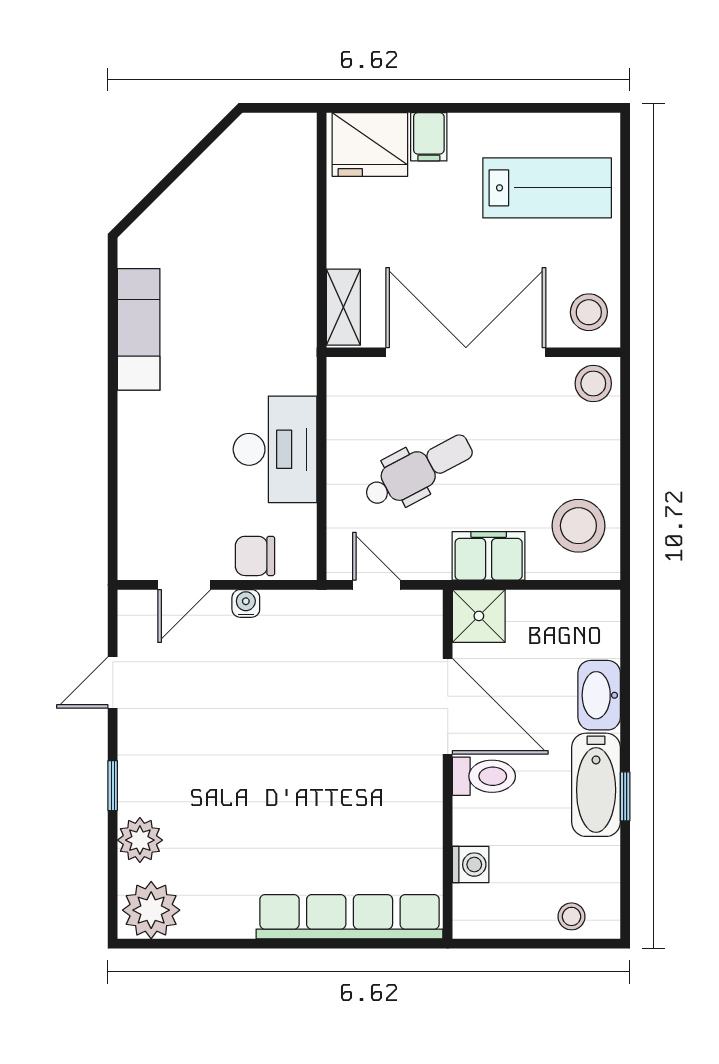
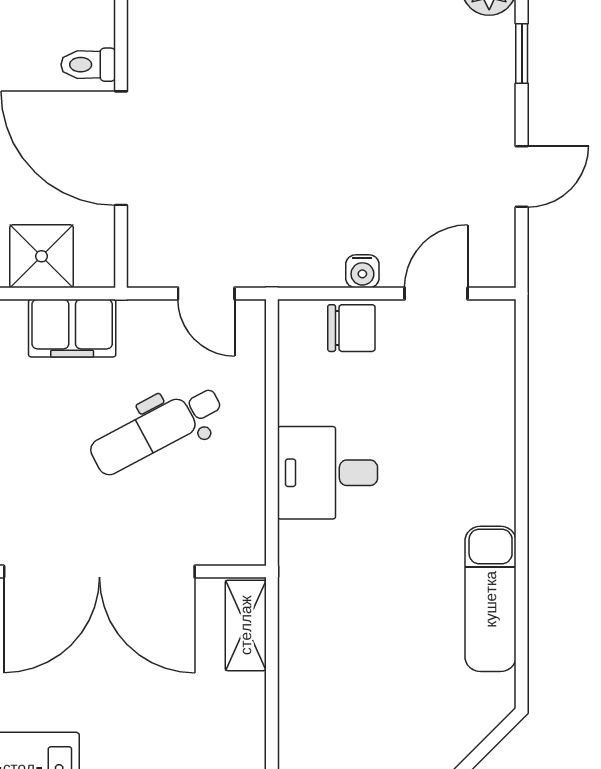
desk: (275, 449) -> (327, 473), width x0.73
shower: (479, 616) -> (41, 256), moved
toilet: (484, 776) -> (88, 65), width x0.73, depth x0.72

